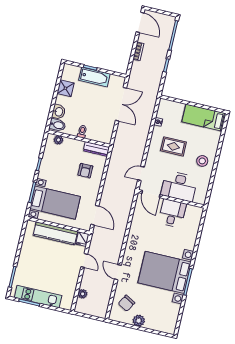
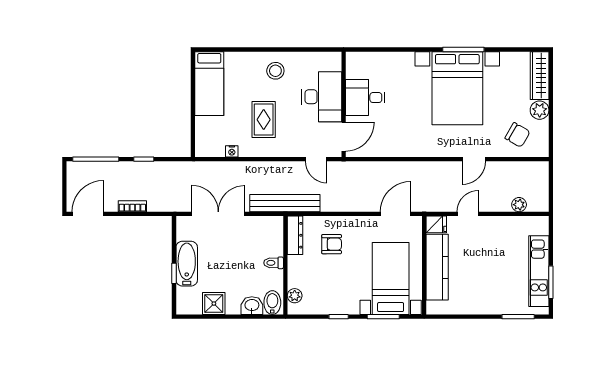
bench: (118, 147) -> (285, 203), added
wardrobe: (160, 326) -> (540, 76), added

